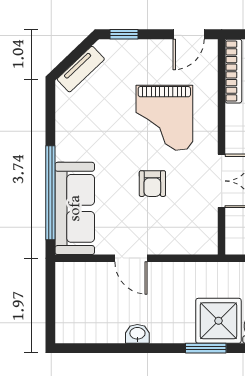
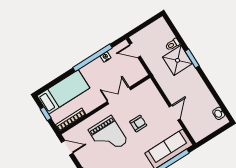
grand piano: (164, 118) -> (108, 136), turned 90
washbasin: (137, 334) -> (219, 113), moved

